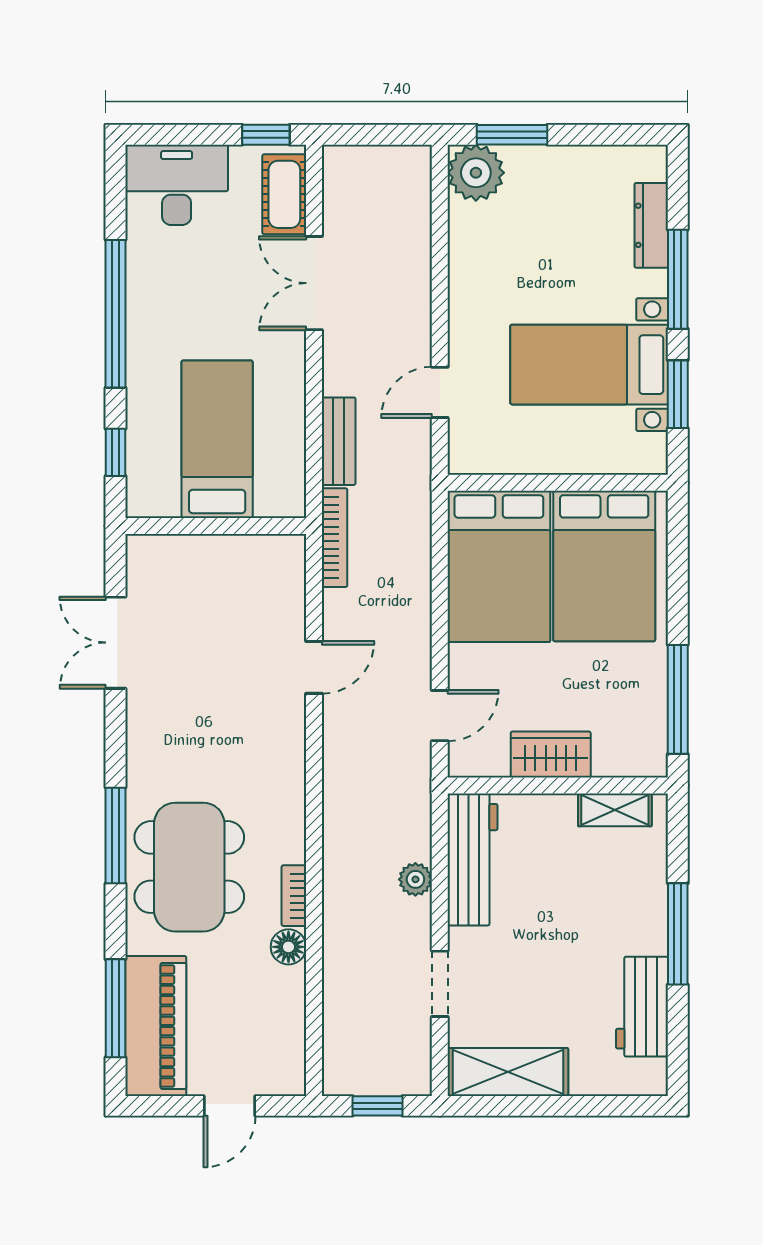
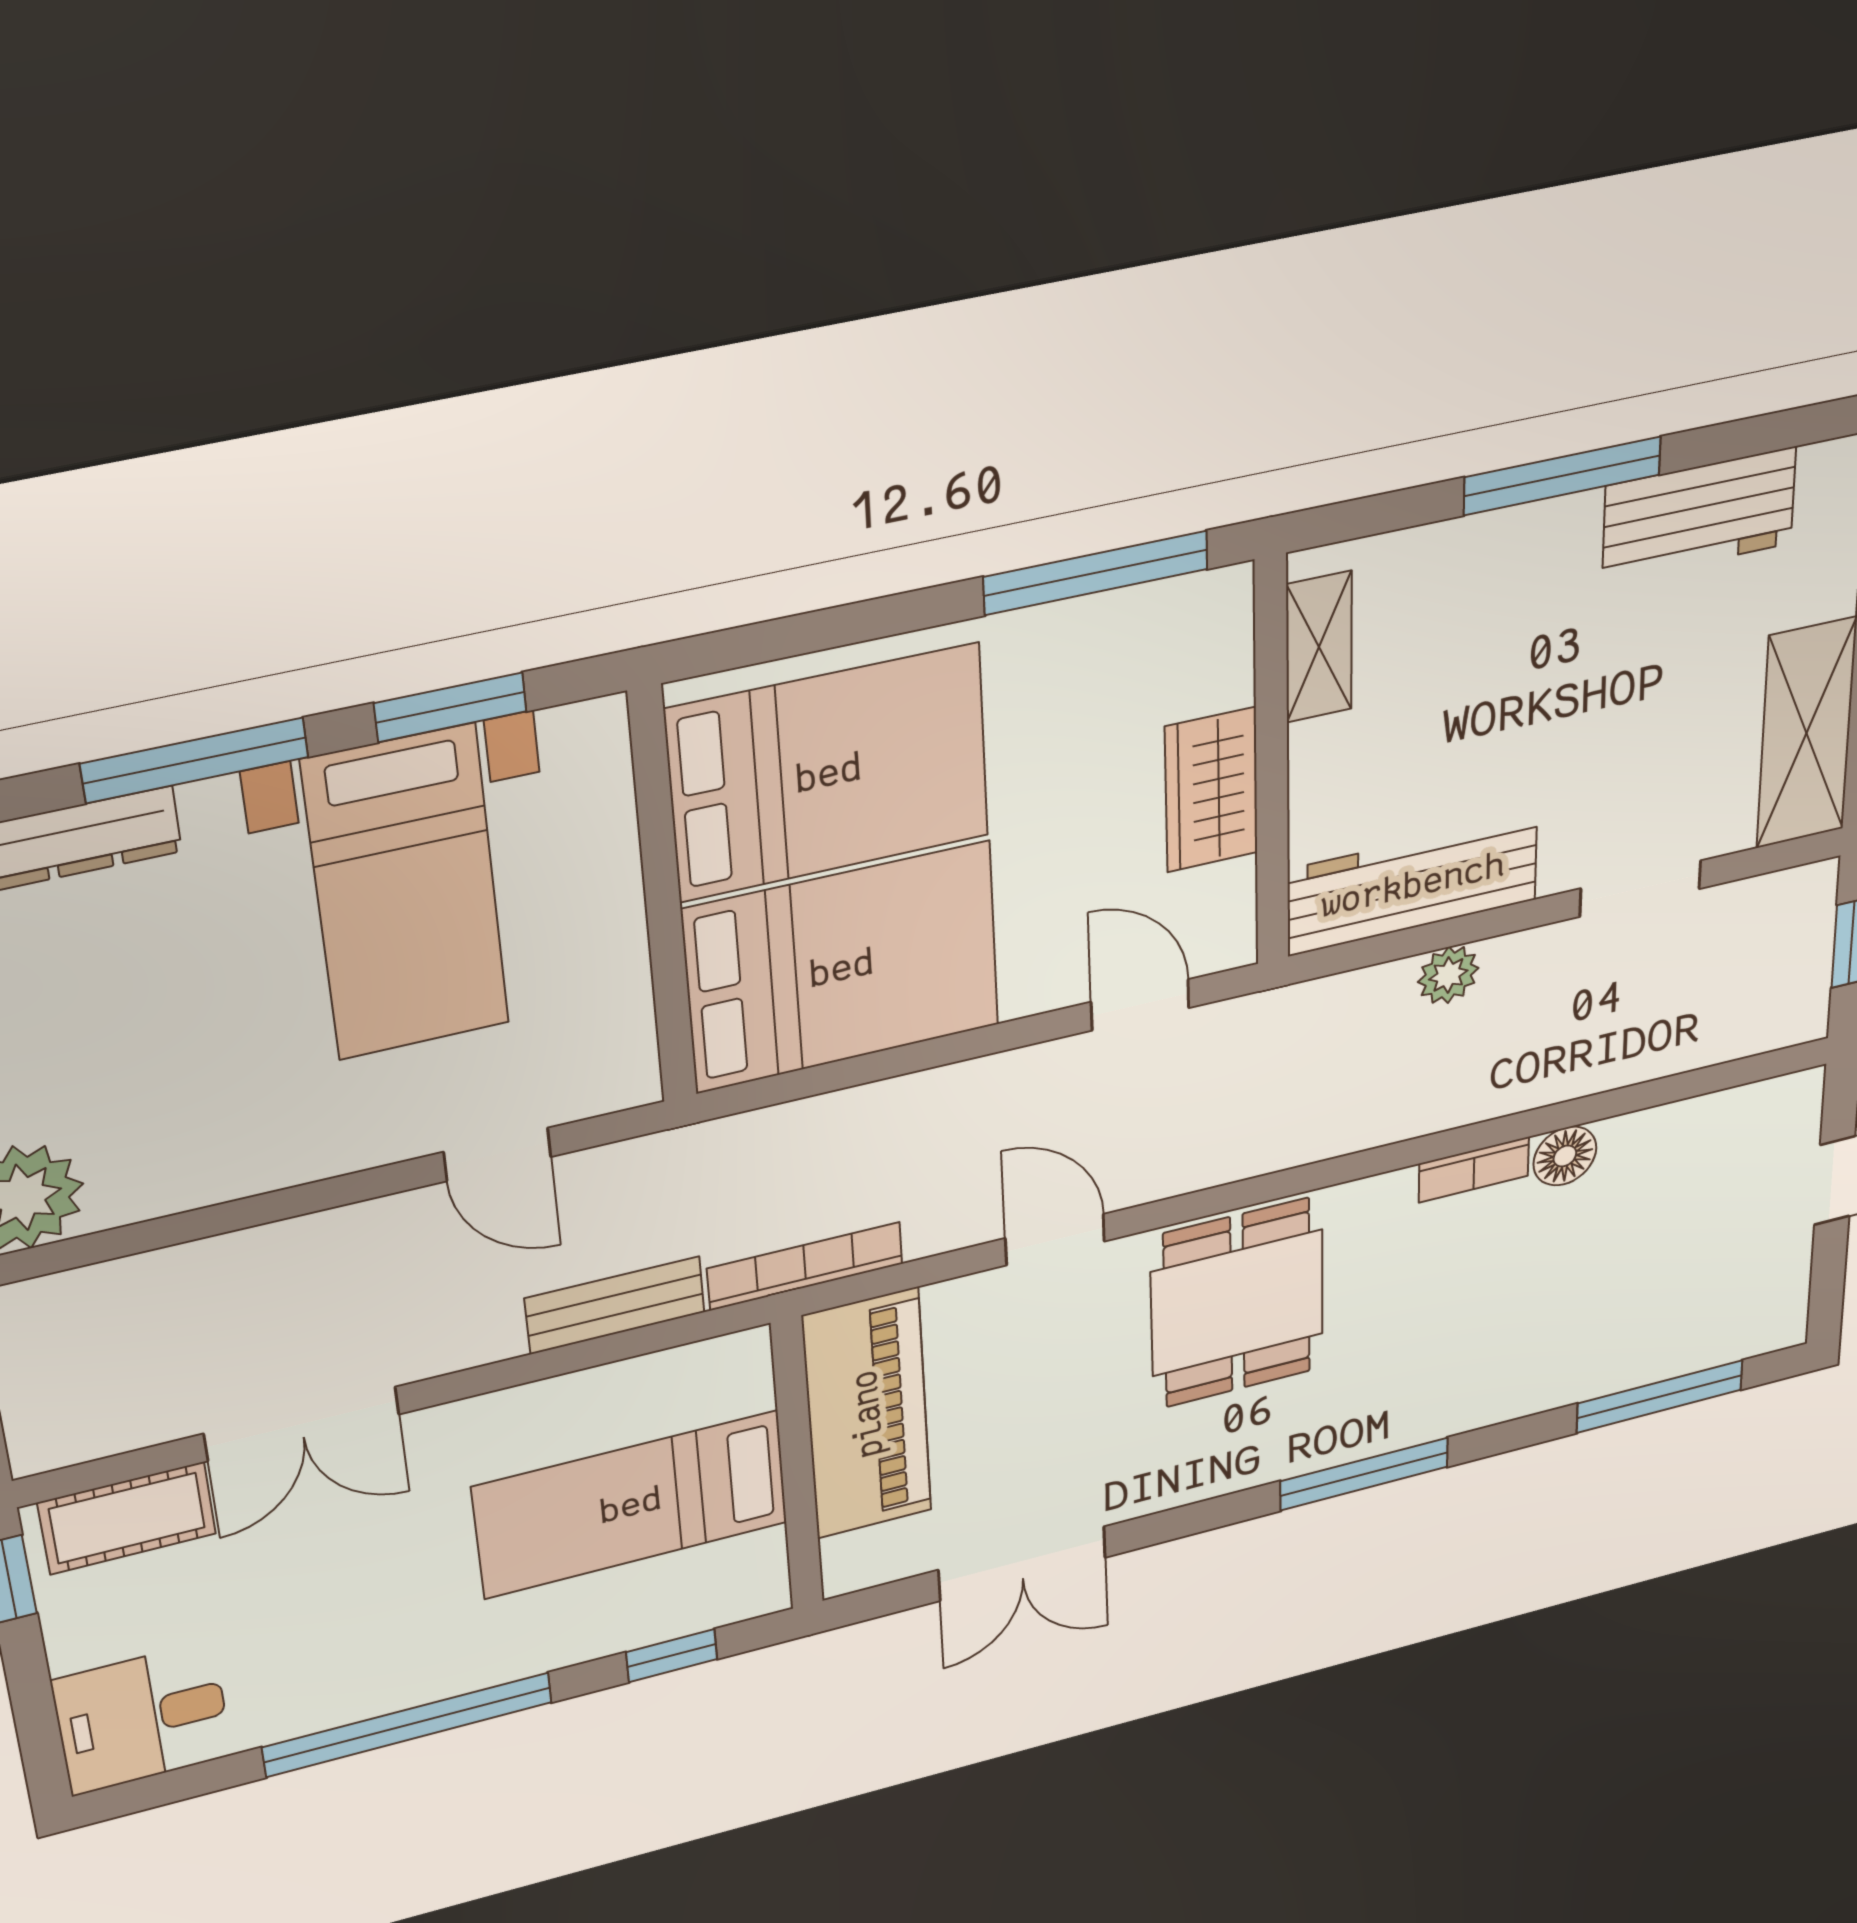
desk: (177, 185) -> (142, 1718), width x0.73
dining table: (189, 867) -> (1237, 1303), moved, width x0.73
piano: (156, 1026) -> (867, 1414), moved, turned 90

